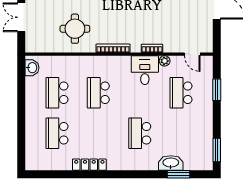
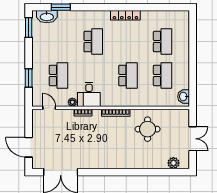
washbasin: (171, 163) -> (47, 17), moved
locker: (89, 165) -> (125, 15), moved

